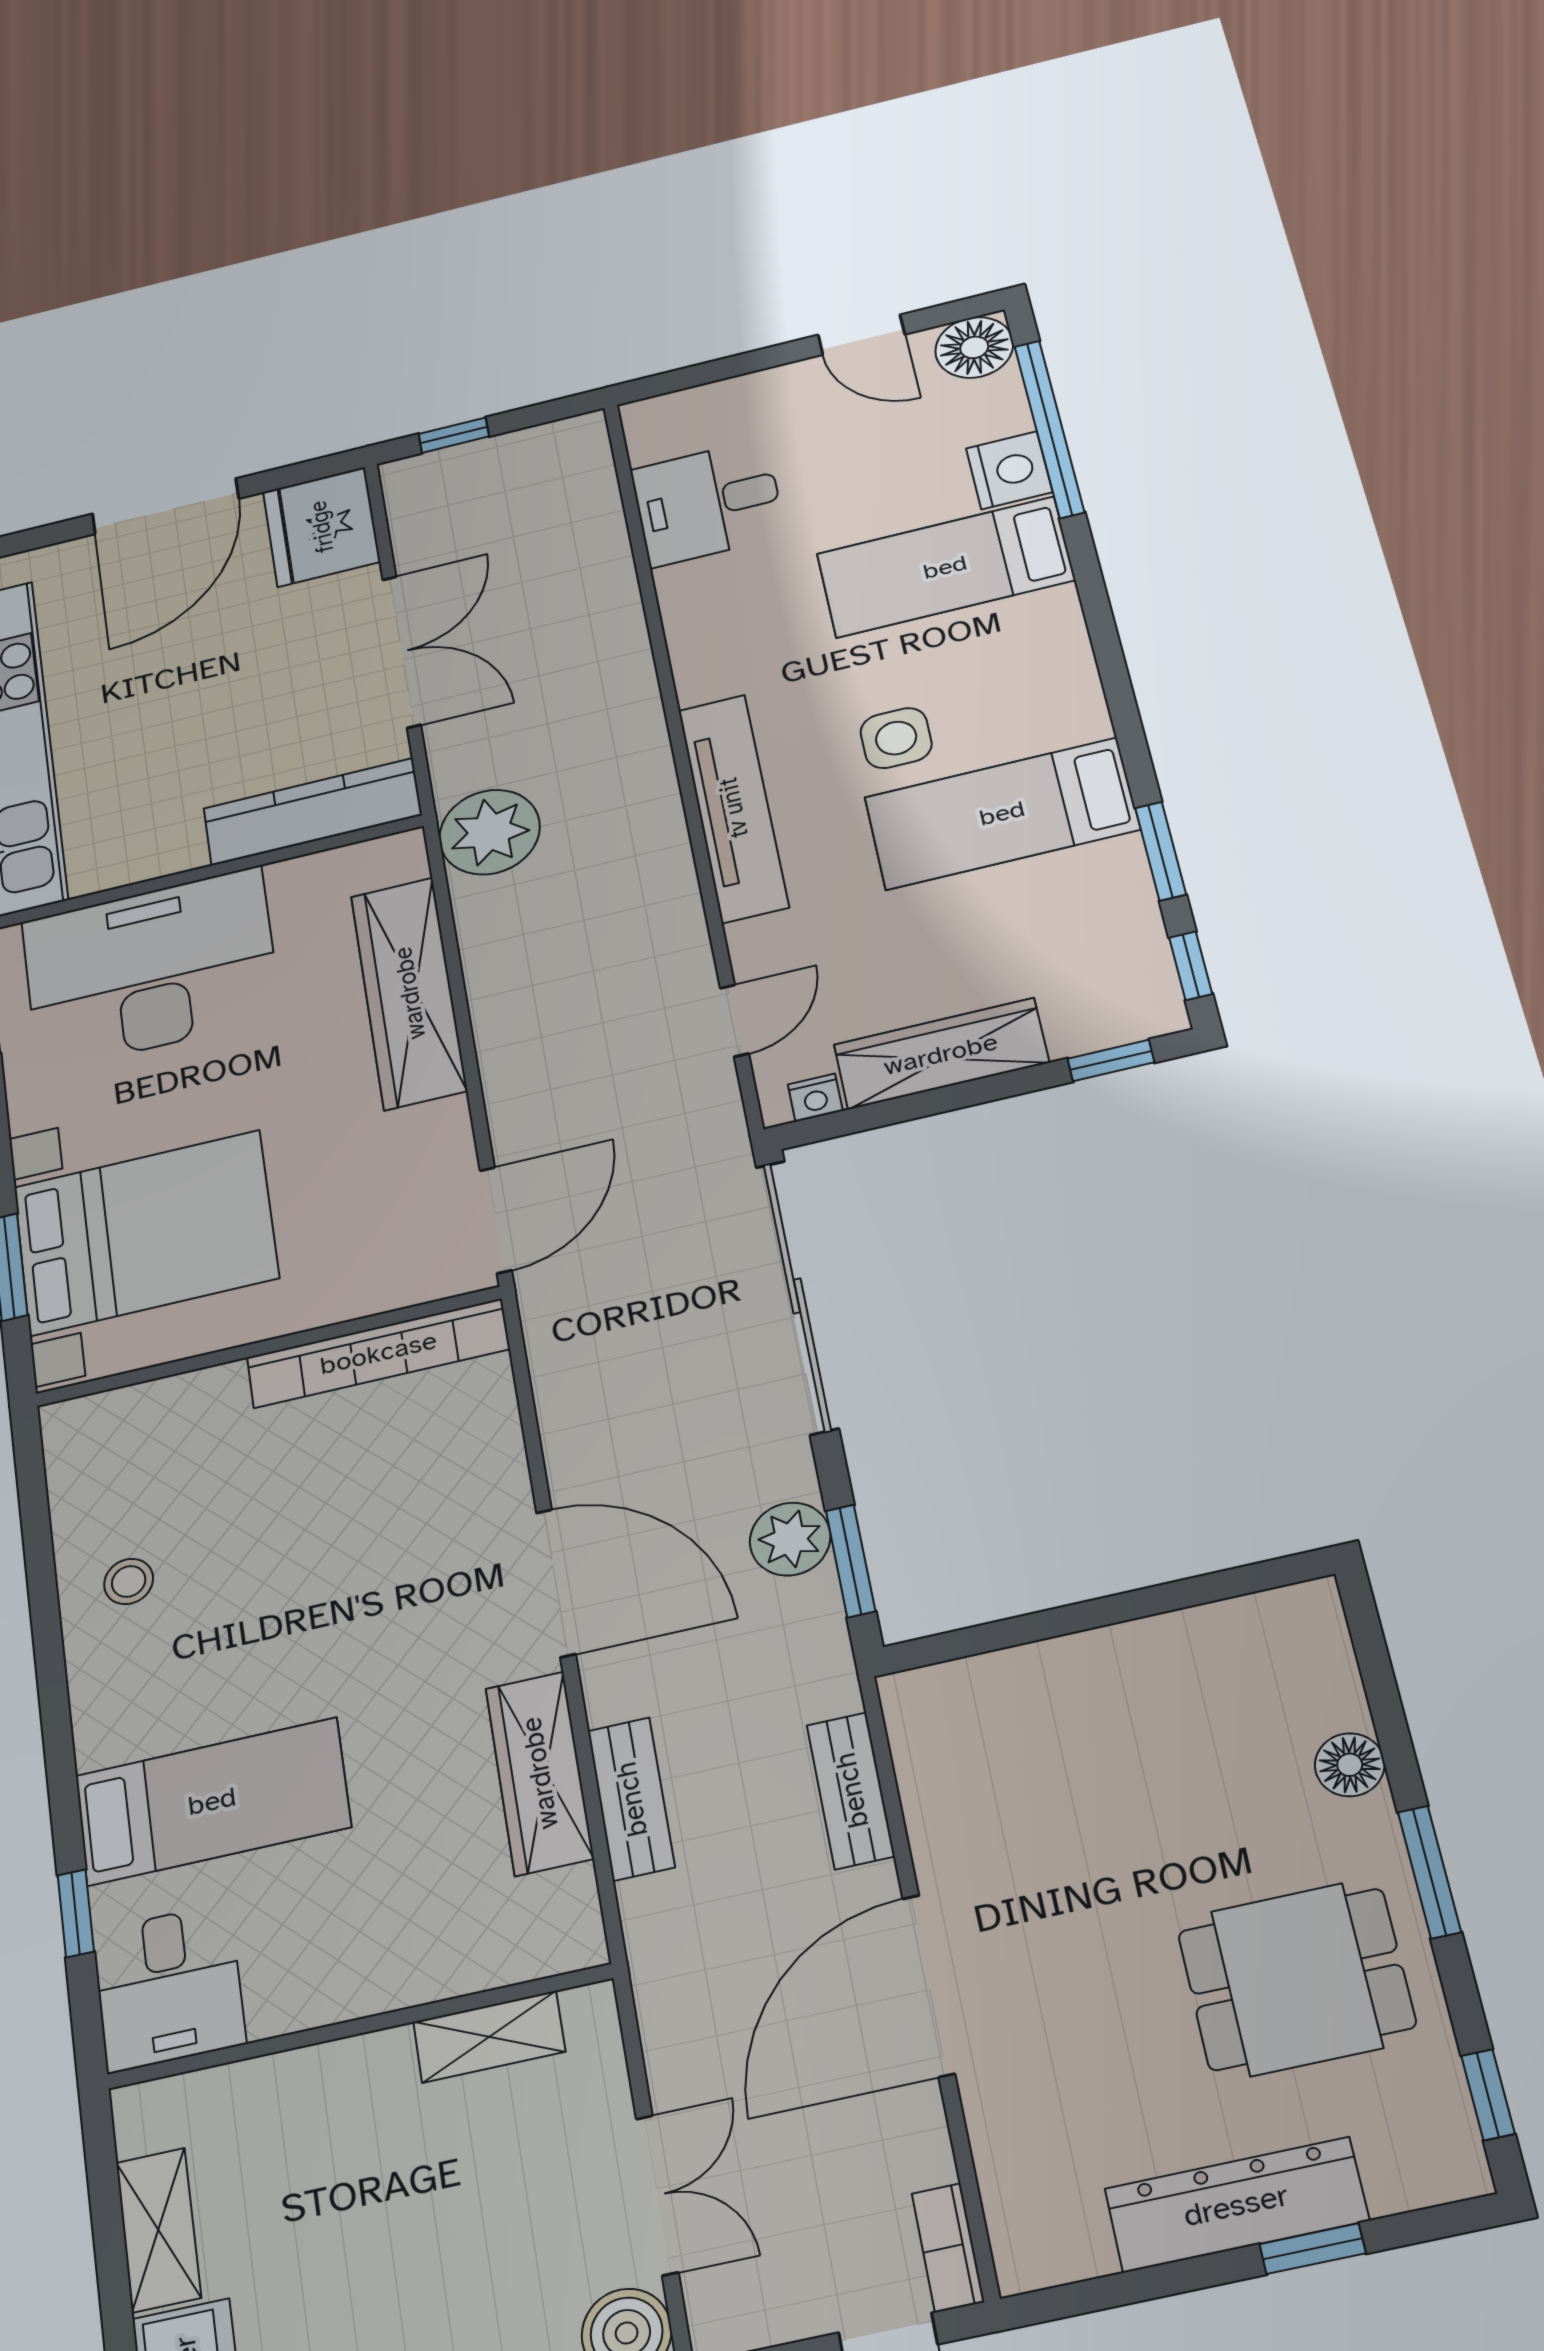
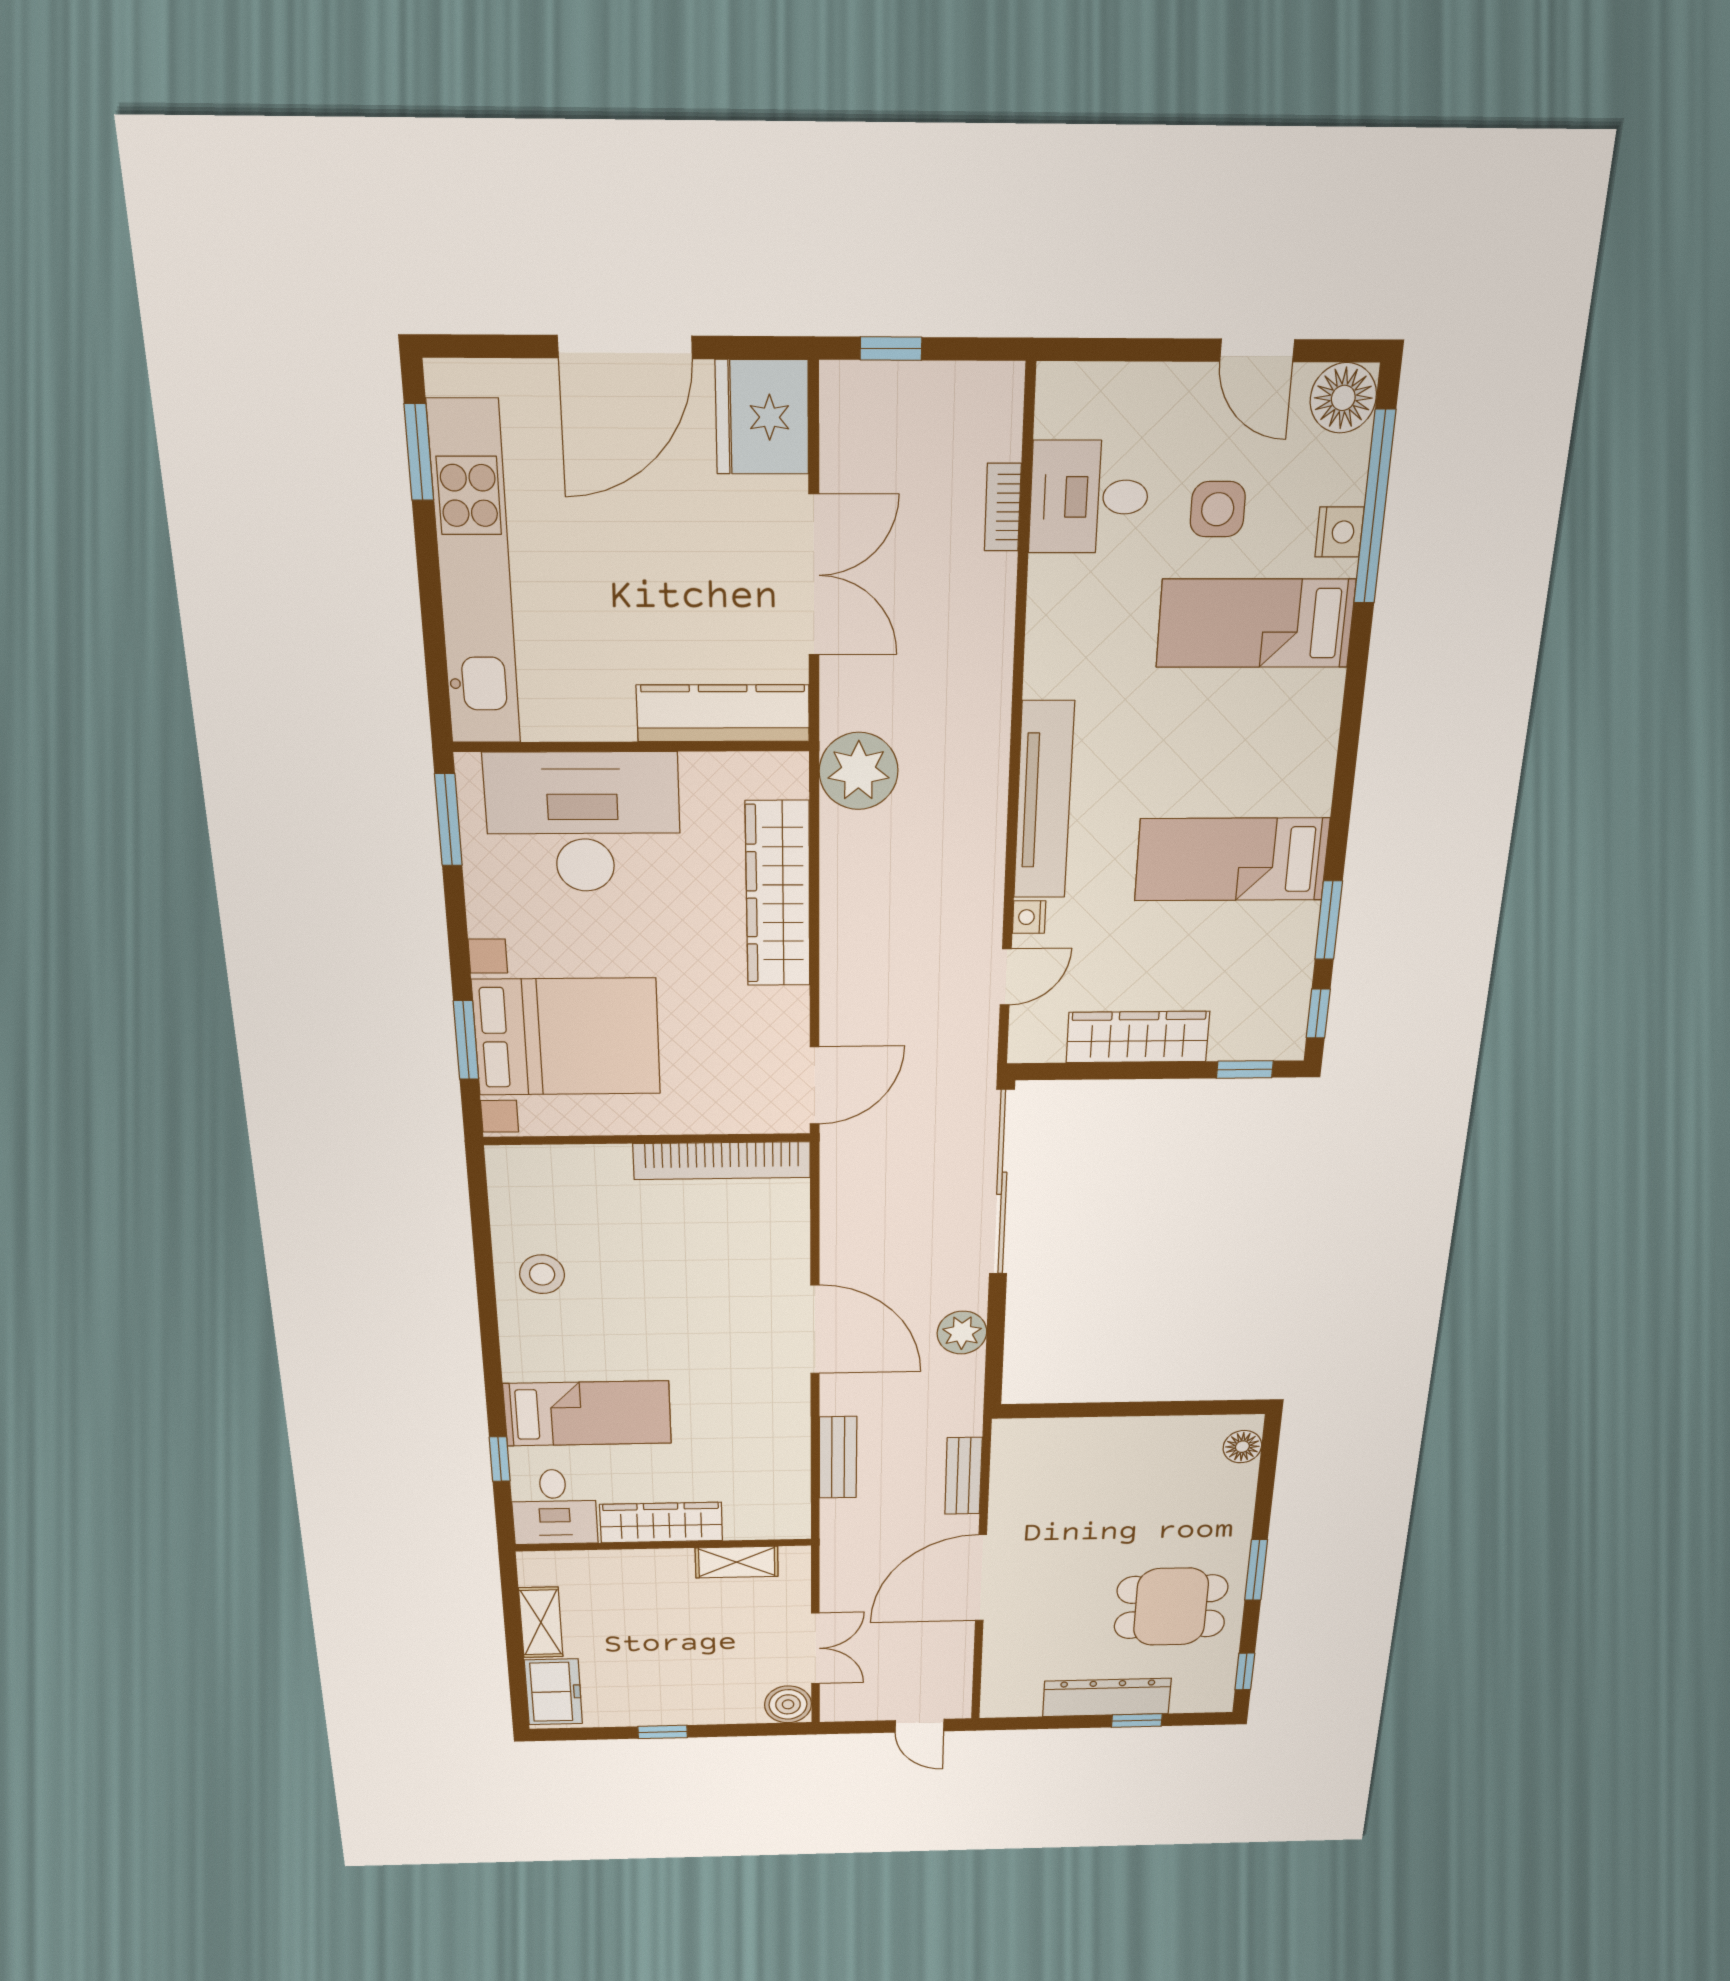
nightstand: (1009, 470) -> (1339, 532), width x0.74, depth x0.75
side table: (896, 738) -> (1218, 509), moved
nightstand: (815, 1098) -> (1029, 917), moved, turned 90
window: (851, 1561) -> (995, 1352), removed
stool: (129, 1581) -> (542, 1274), width x1.37, depth x1.37
floor lamp: (1350, 1765) -> (1242, 1447), moved
wardrobe: (539, 1773) -> (661, 1523), moved, turned 90
bookcase: (948, 2248) -> (1003, 507), moved

